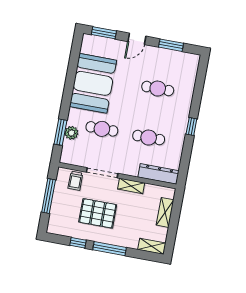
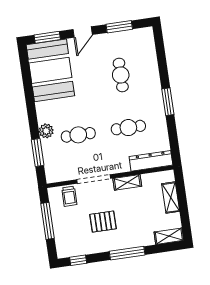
booth: (93, 83) -> (50, 70), moved
cafe table: (158, 89) -> (121, 75), turned 90
window: (191, 127) -> (168, 102), width x1.50
plant: (71, 133) -> (46, 131), moved
pallet: (98, 213) -> (103, 222), width x0.67, depth x0.71
window: (78, 243) -> (78, 260), moved

